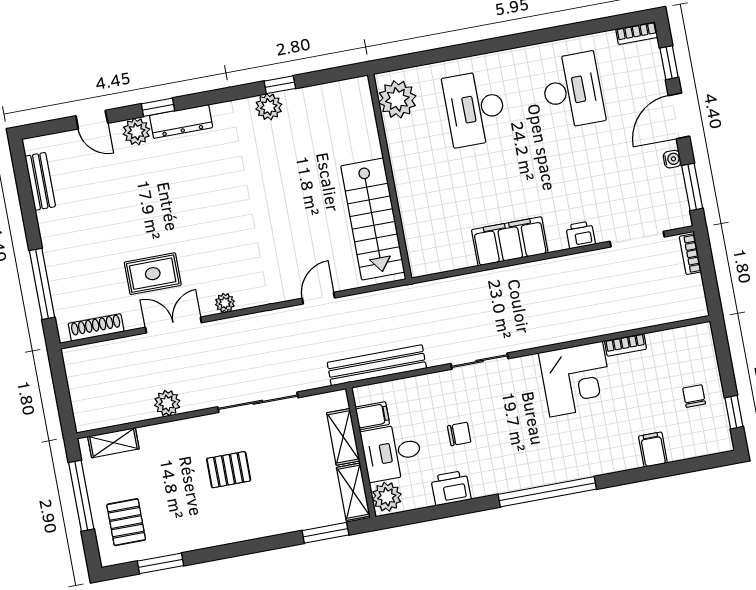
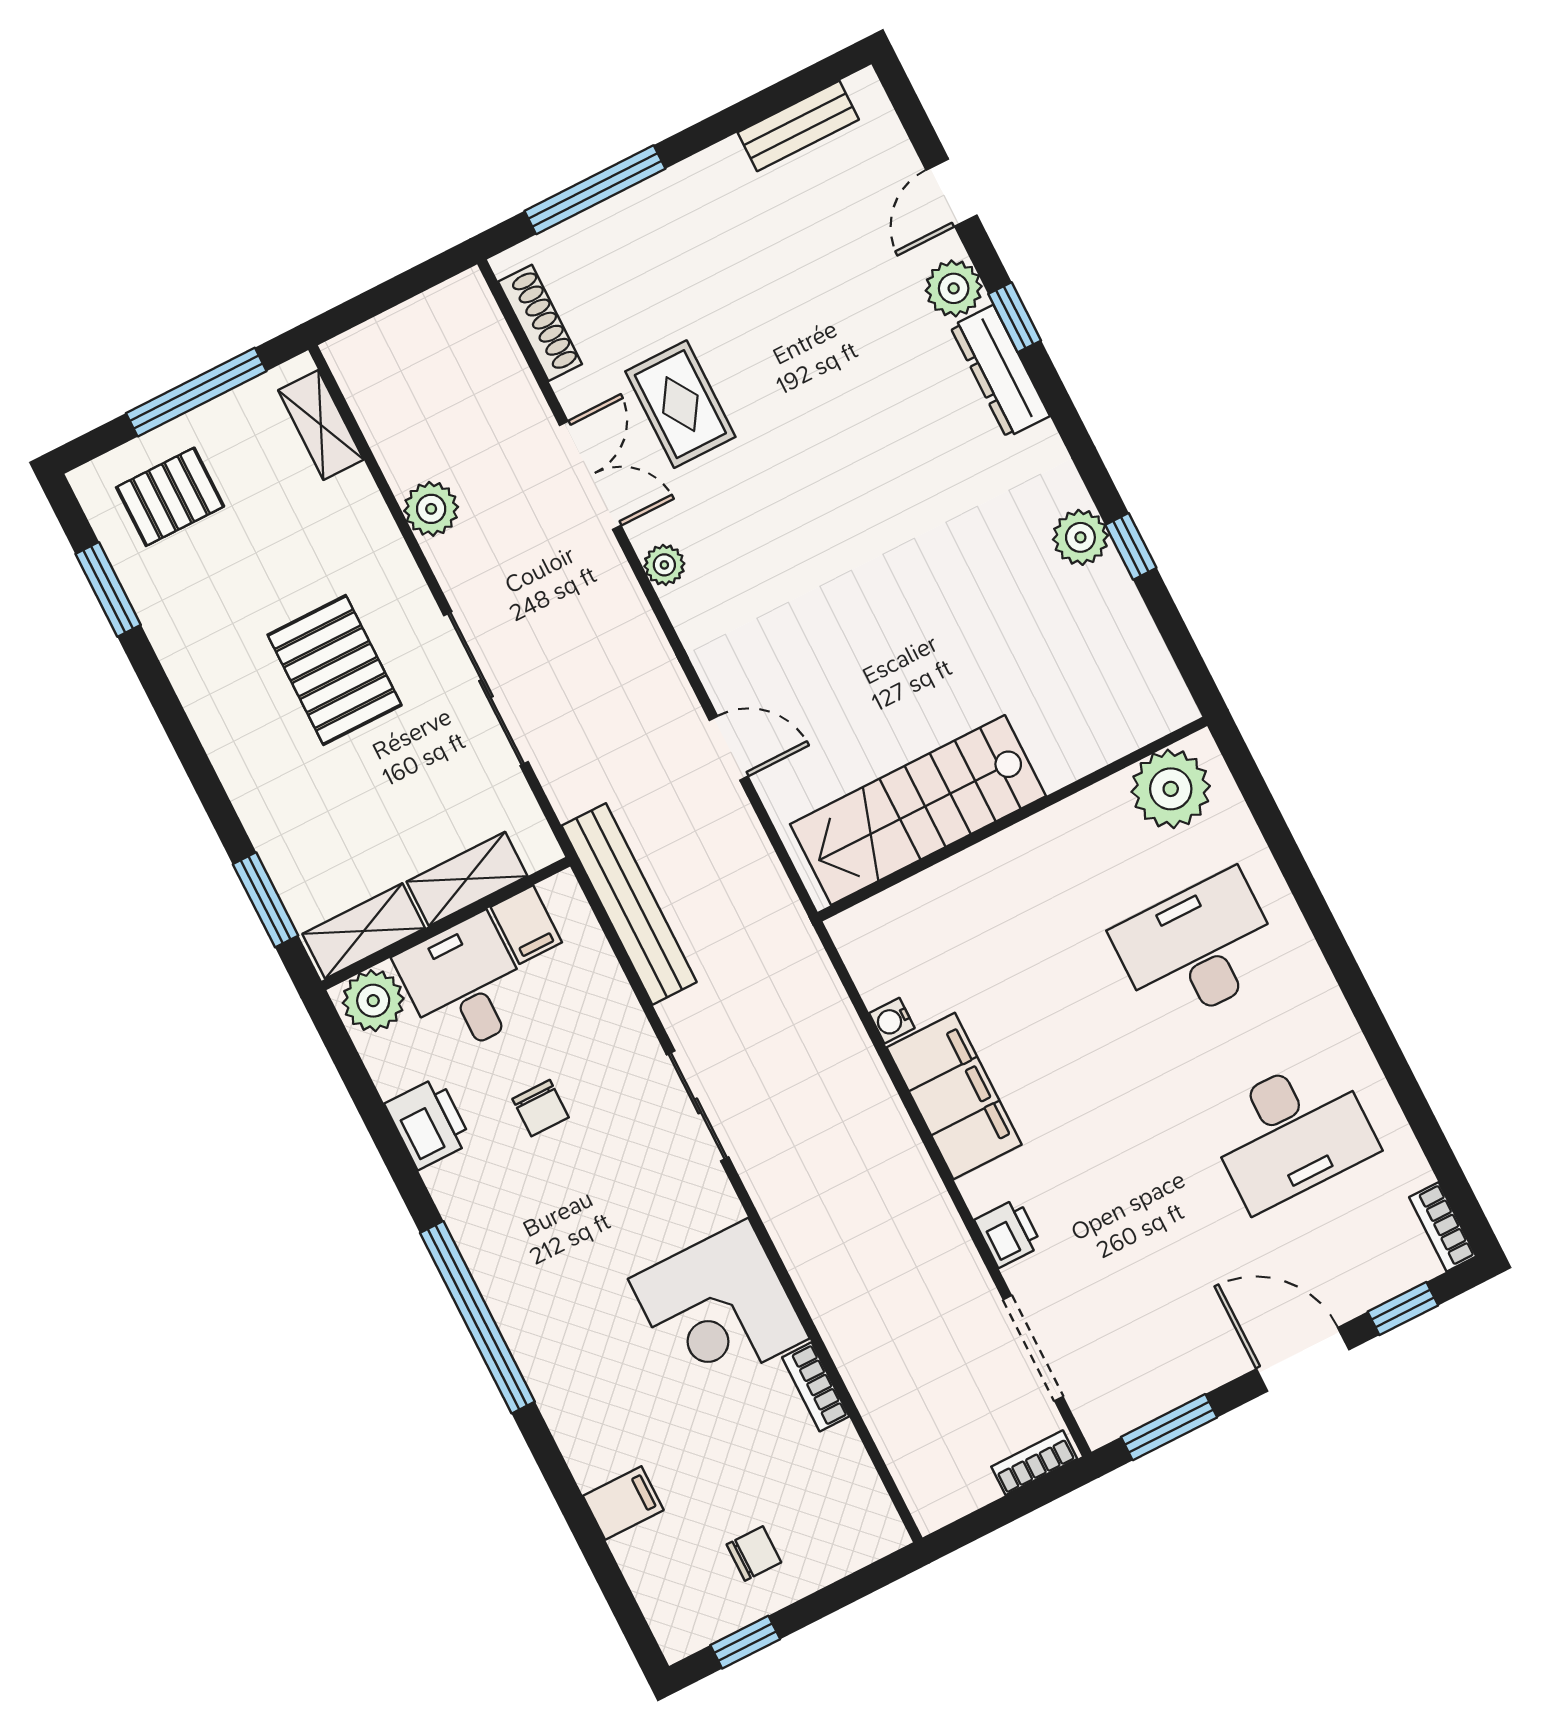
water cooler: (672, 159) -> (892, 1021), moved, turned 90
pallet: (229, 470) -> (335, 670), width x1.50, depth x1.42

